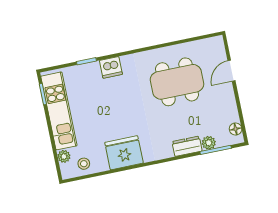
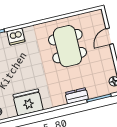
dining table: (177, 82) -> (67, 46), turned 90
plant: (209, 143) -> (93, 93), removed

